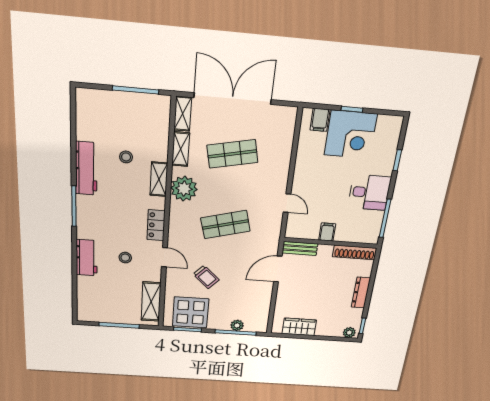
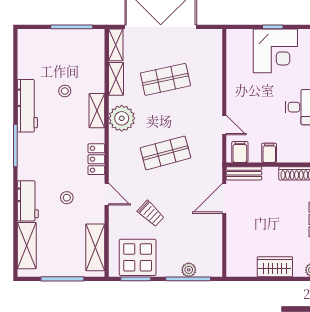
filing cabinet: (320, 120) -> (240, 152), moved, turned 180
shelving: (86, 296) -> (27, 246), added
wardrobe: (299, 327) -> (275, 267), moved

